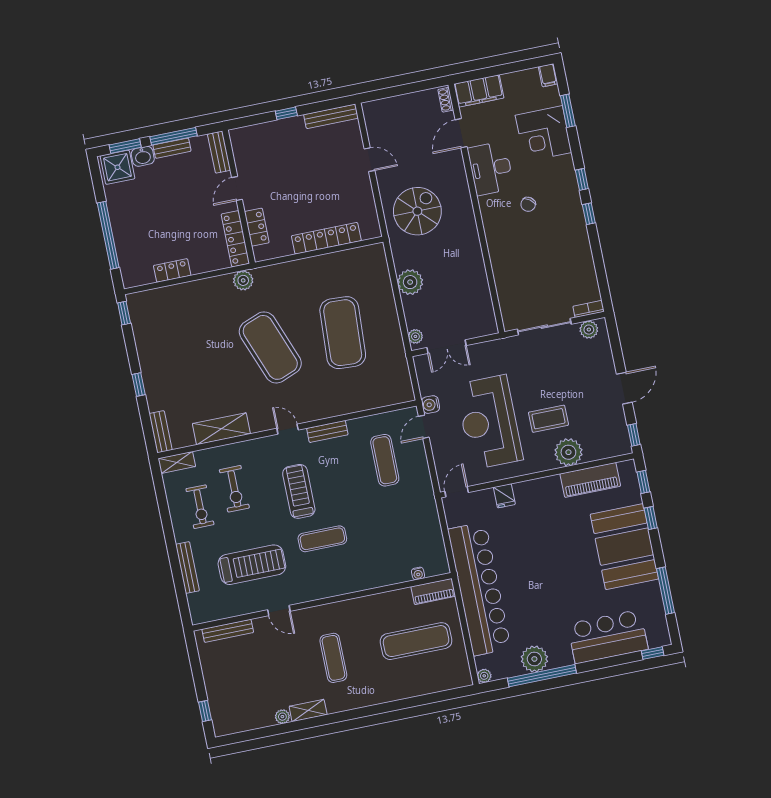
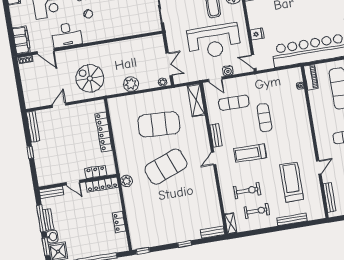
water cooler: (431, 405) -> (228, 71), moved
shelving: (221, 429) -> (196, 100), moved
exercise mat: (322, 539) -> (264, 118), moved

